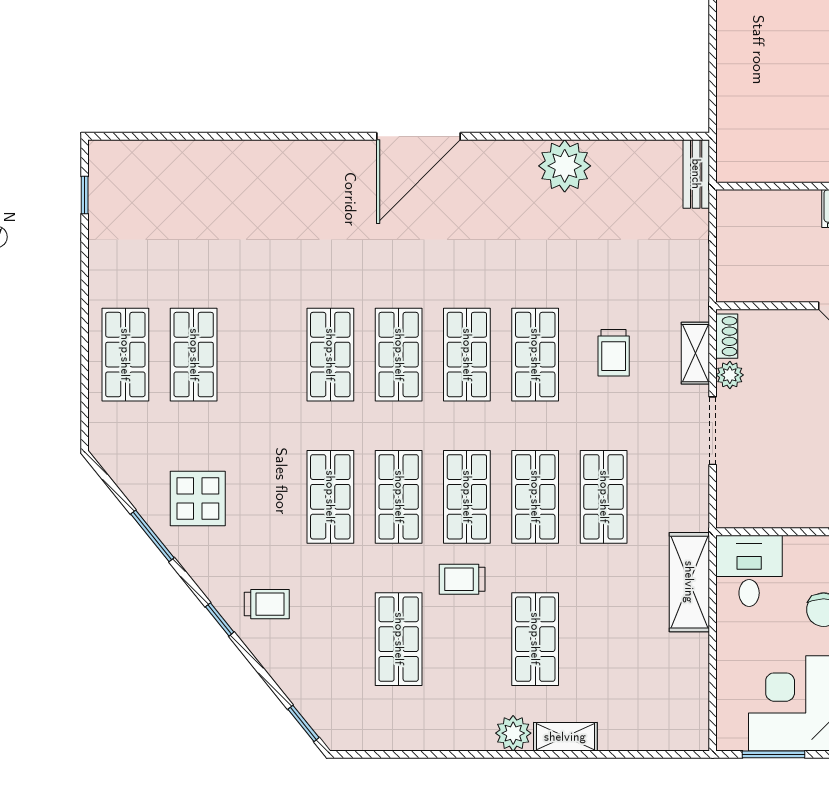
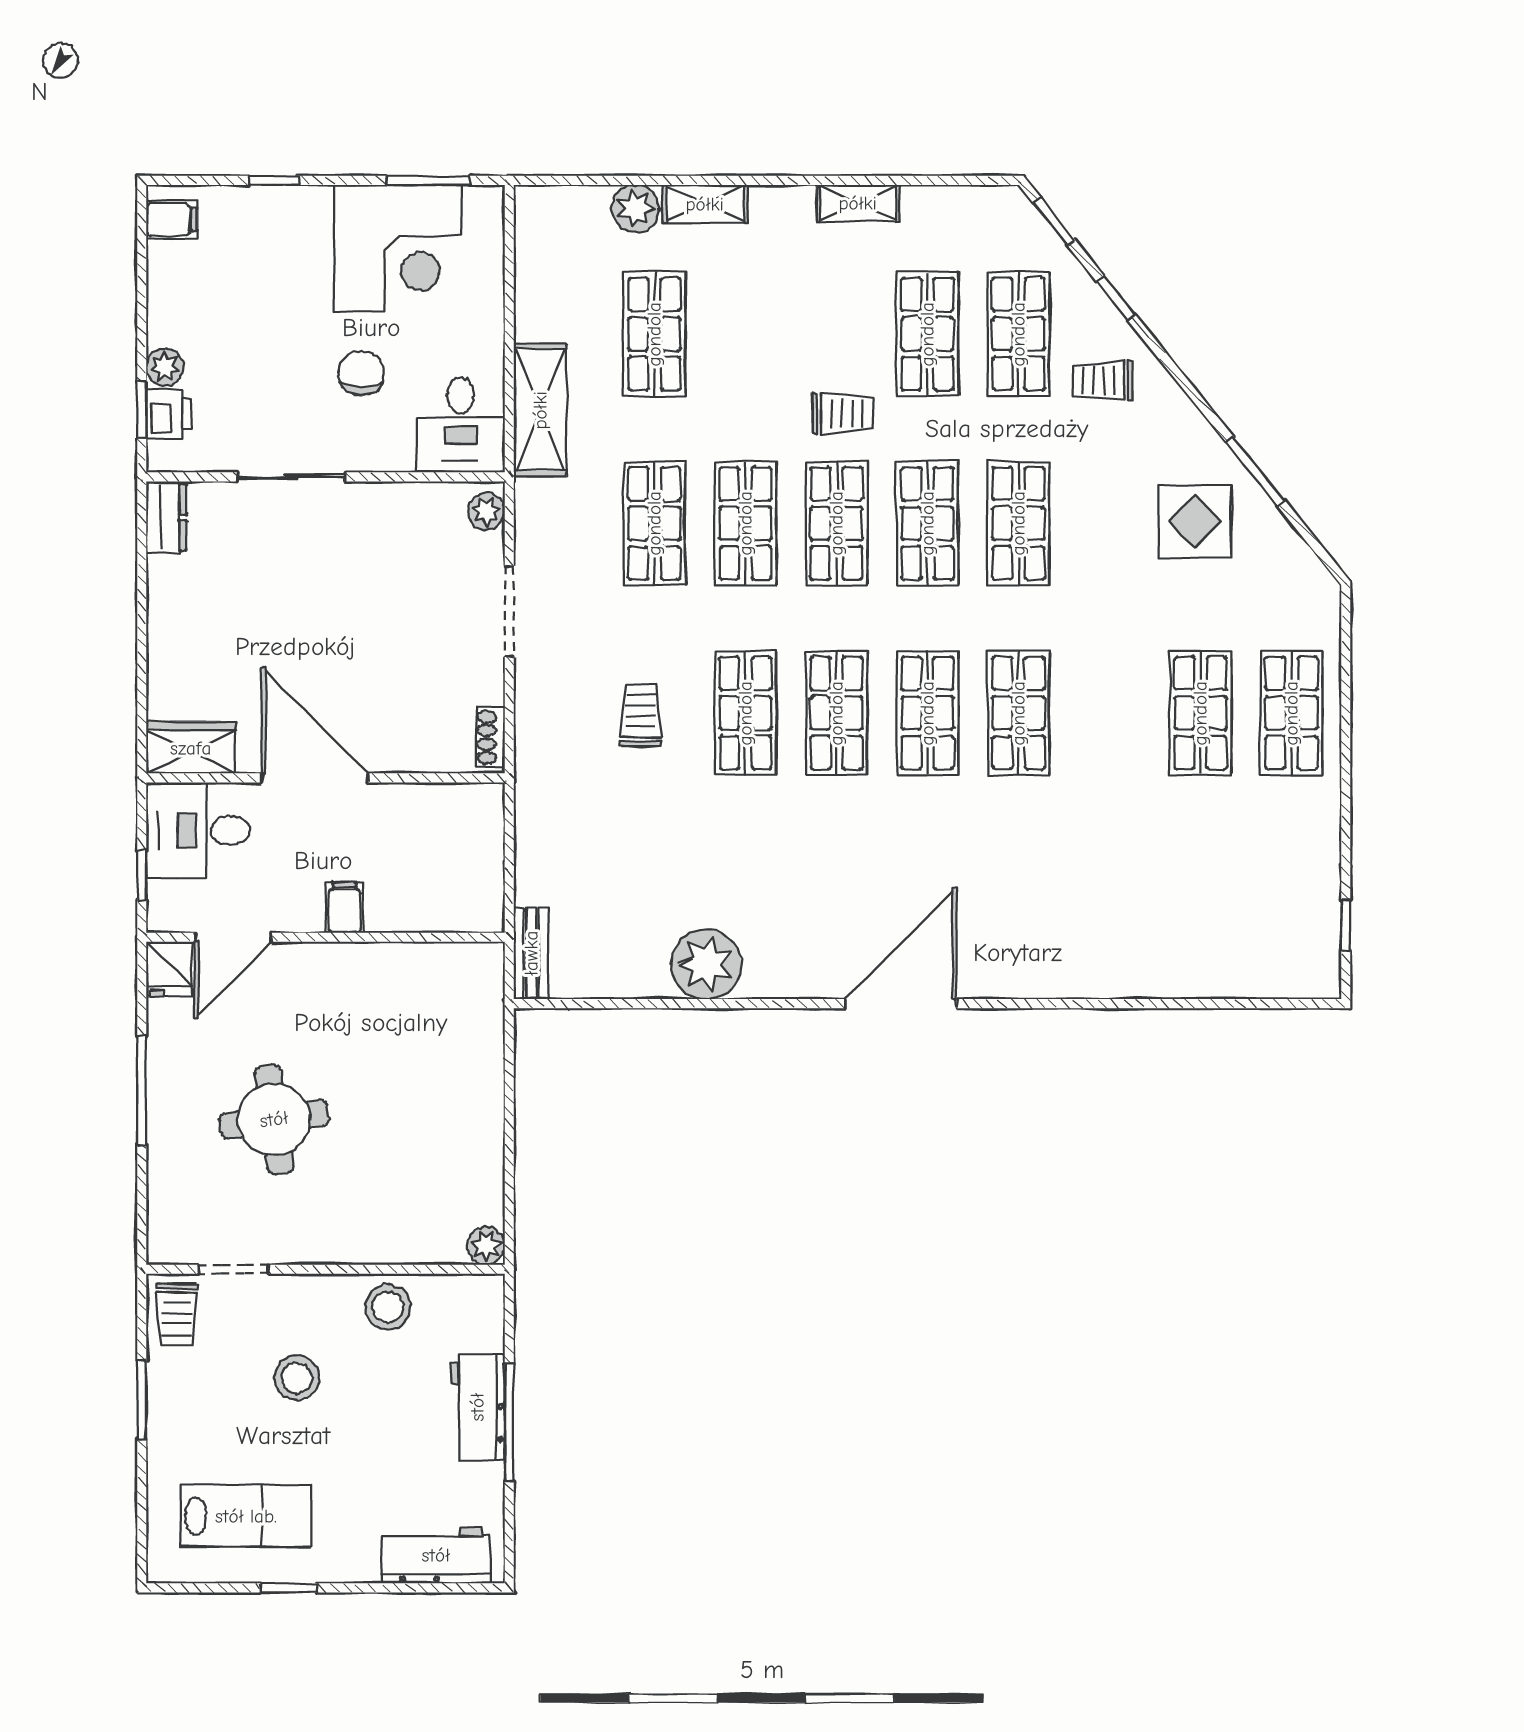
shelving: (695, 353) -> (858, 203), moved, turned 90
plant: (730, 375) -> (486, 511), moved
window: (220, 619) -> (1116, 298), moved
shop shelf: (330, 639) -> (1018, 334), added
shop shelf: (535, 639) -> (654, 334), moved
plant: (513, 733) -> (636, 209), moved

